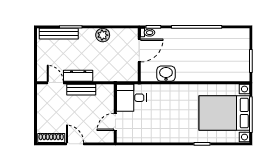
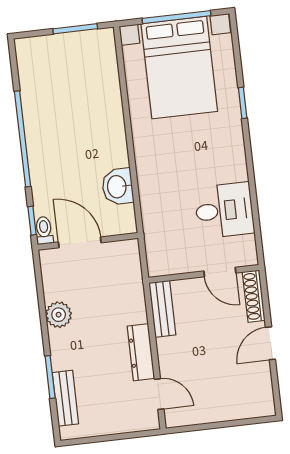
bench: (59, 34) -> (65, 398), width x0.73
door: (55, 83) -> (159, 394), swing flipped
bench: (81, 90) -> (162, 309), moved
desk: (131, 98) -> (224, 210), moved, turned -90
shoe rack: (51, 138) -> (254, 296), moved

